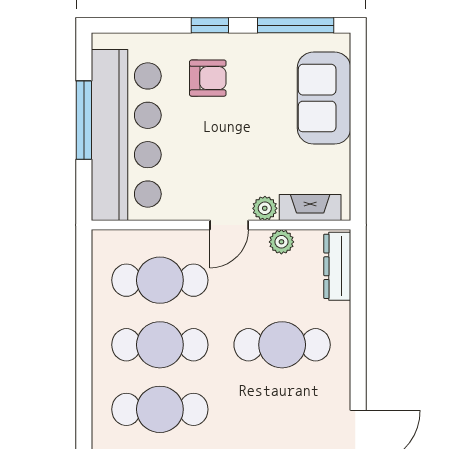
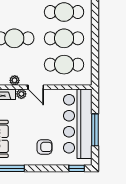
window: (210, 25) -> (77, 168), moved
armchair: (208, 78) -> (45, 147), turned 180
door: (229, 225) -> (36, 87), swing flipped

